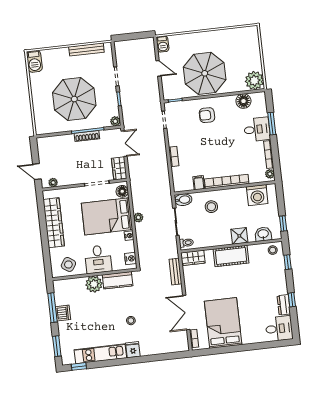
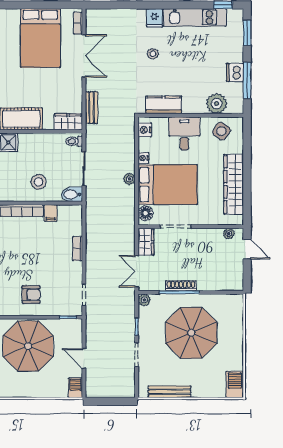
plant: (94, 284) -> (217, 104), moved

